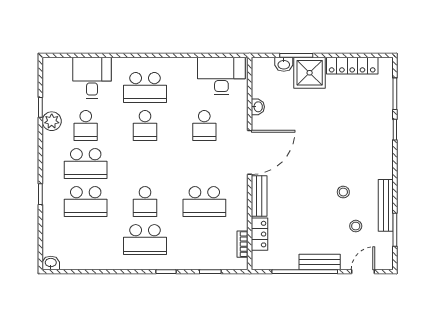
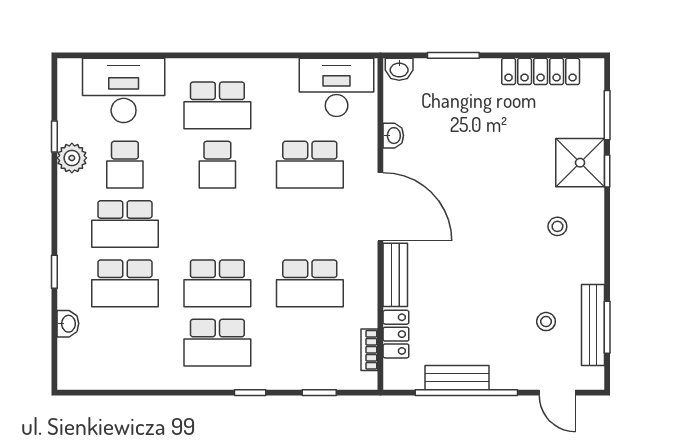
washbasin: (284, 64) -> (399, 69), moved
shower: (310, 73) -> (580, 163), moved
desk: (92, 78) -> (124, 90), width x1.37
school desk: (204, 125) -> (310, 165), width x1.85
door: (250, 152) -> (380, 207), hinge flipped
stool: (343, 192) -> (557, 226), moved
school desk: (145, 202) -> (217, 283), width x1.85
bench: (386, 205) -> (593, 325), moved
bench: (320, 262) -> (457, 378), moved
washbasin: (51, 263) -> (68, 324), moved, turned 90
door: (363, 272) -> (557, 393), swing flipped

